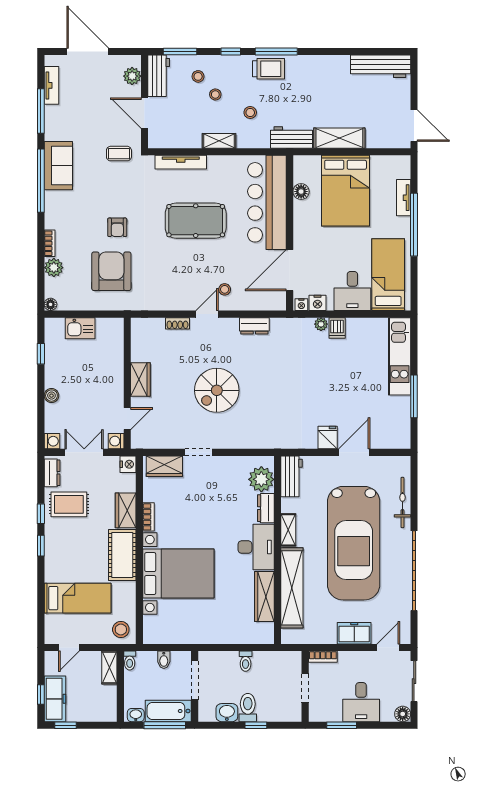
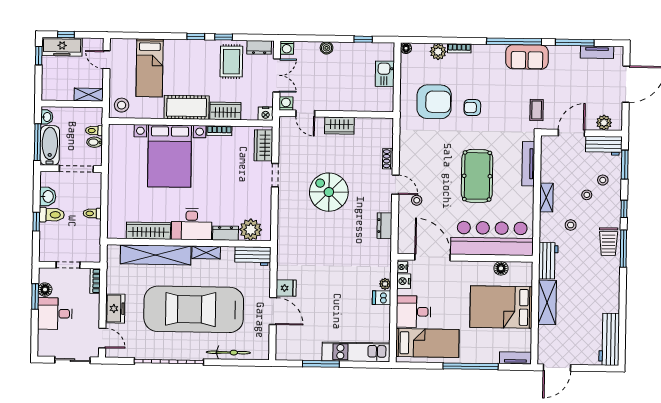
tv unit: (404, 198) -> (515, 358), moved
toilet: (130, 661) -> (94, 131), moved
floor lamp: (403, 714) -> (45, 290), moved

